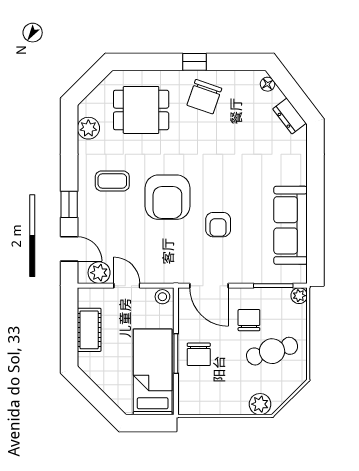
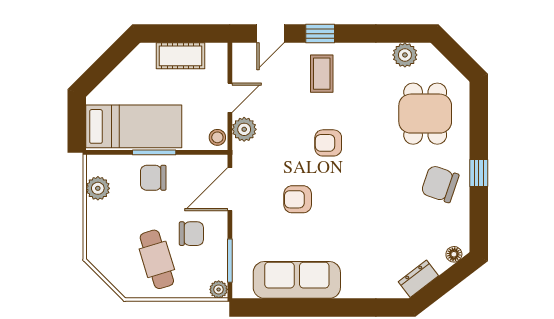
coffee table: (112, 181) -> (322, 74), moved
armchair: (167, 197) -> (328, 143), width x0.53, depth x0.53
plant: (99, 273) -> (244, 129), moved
plant: (260, 404) -> (98, 188), moved

